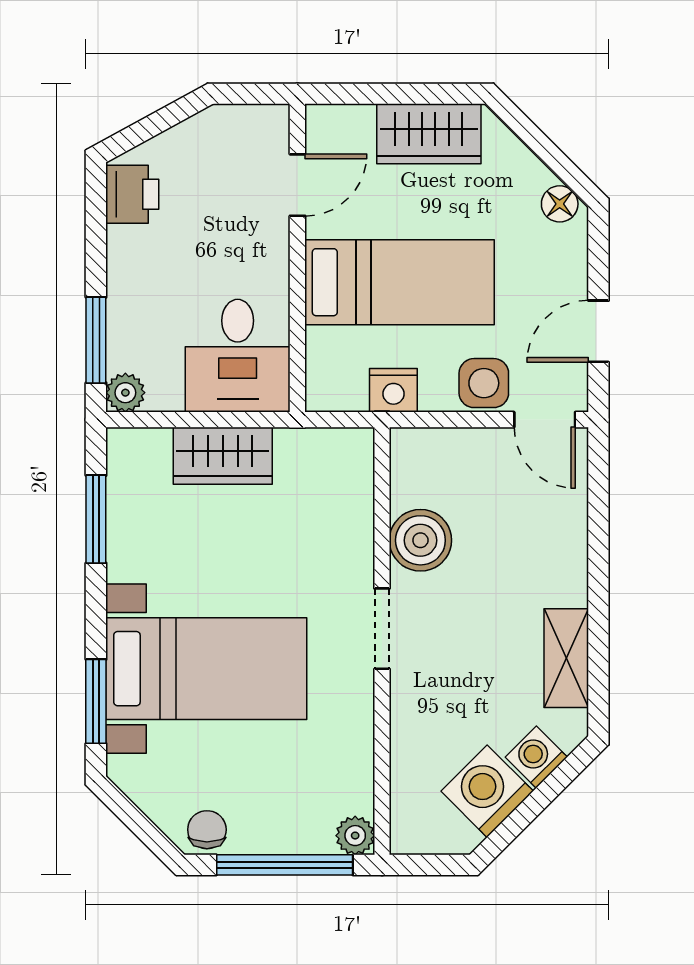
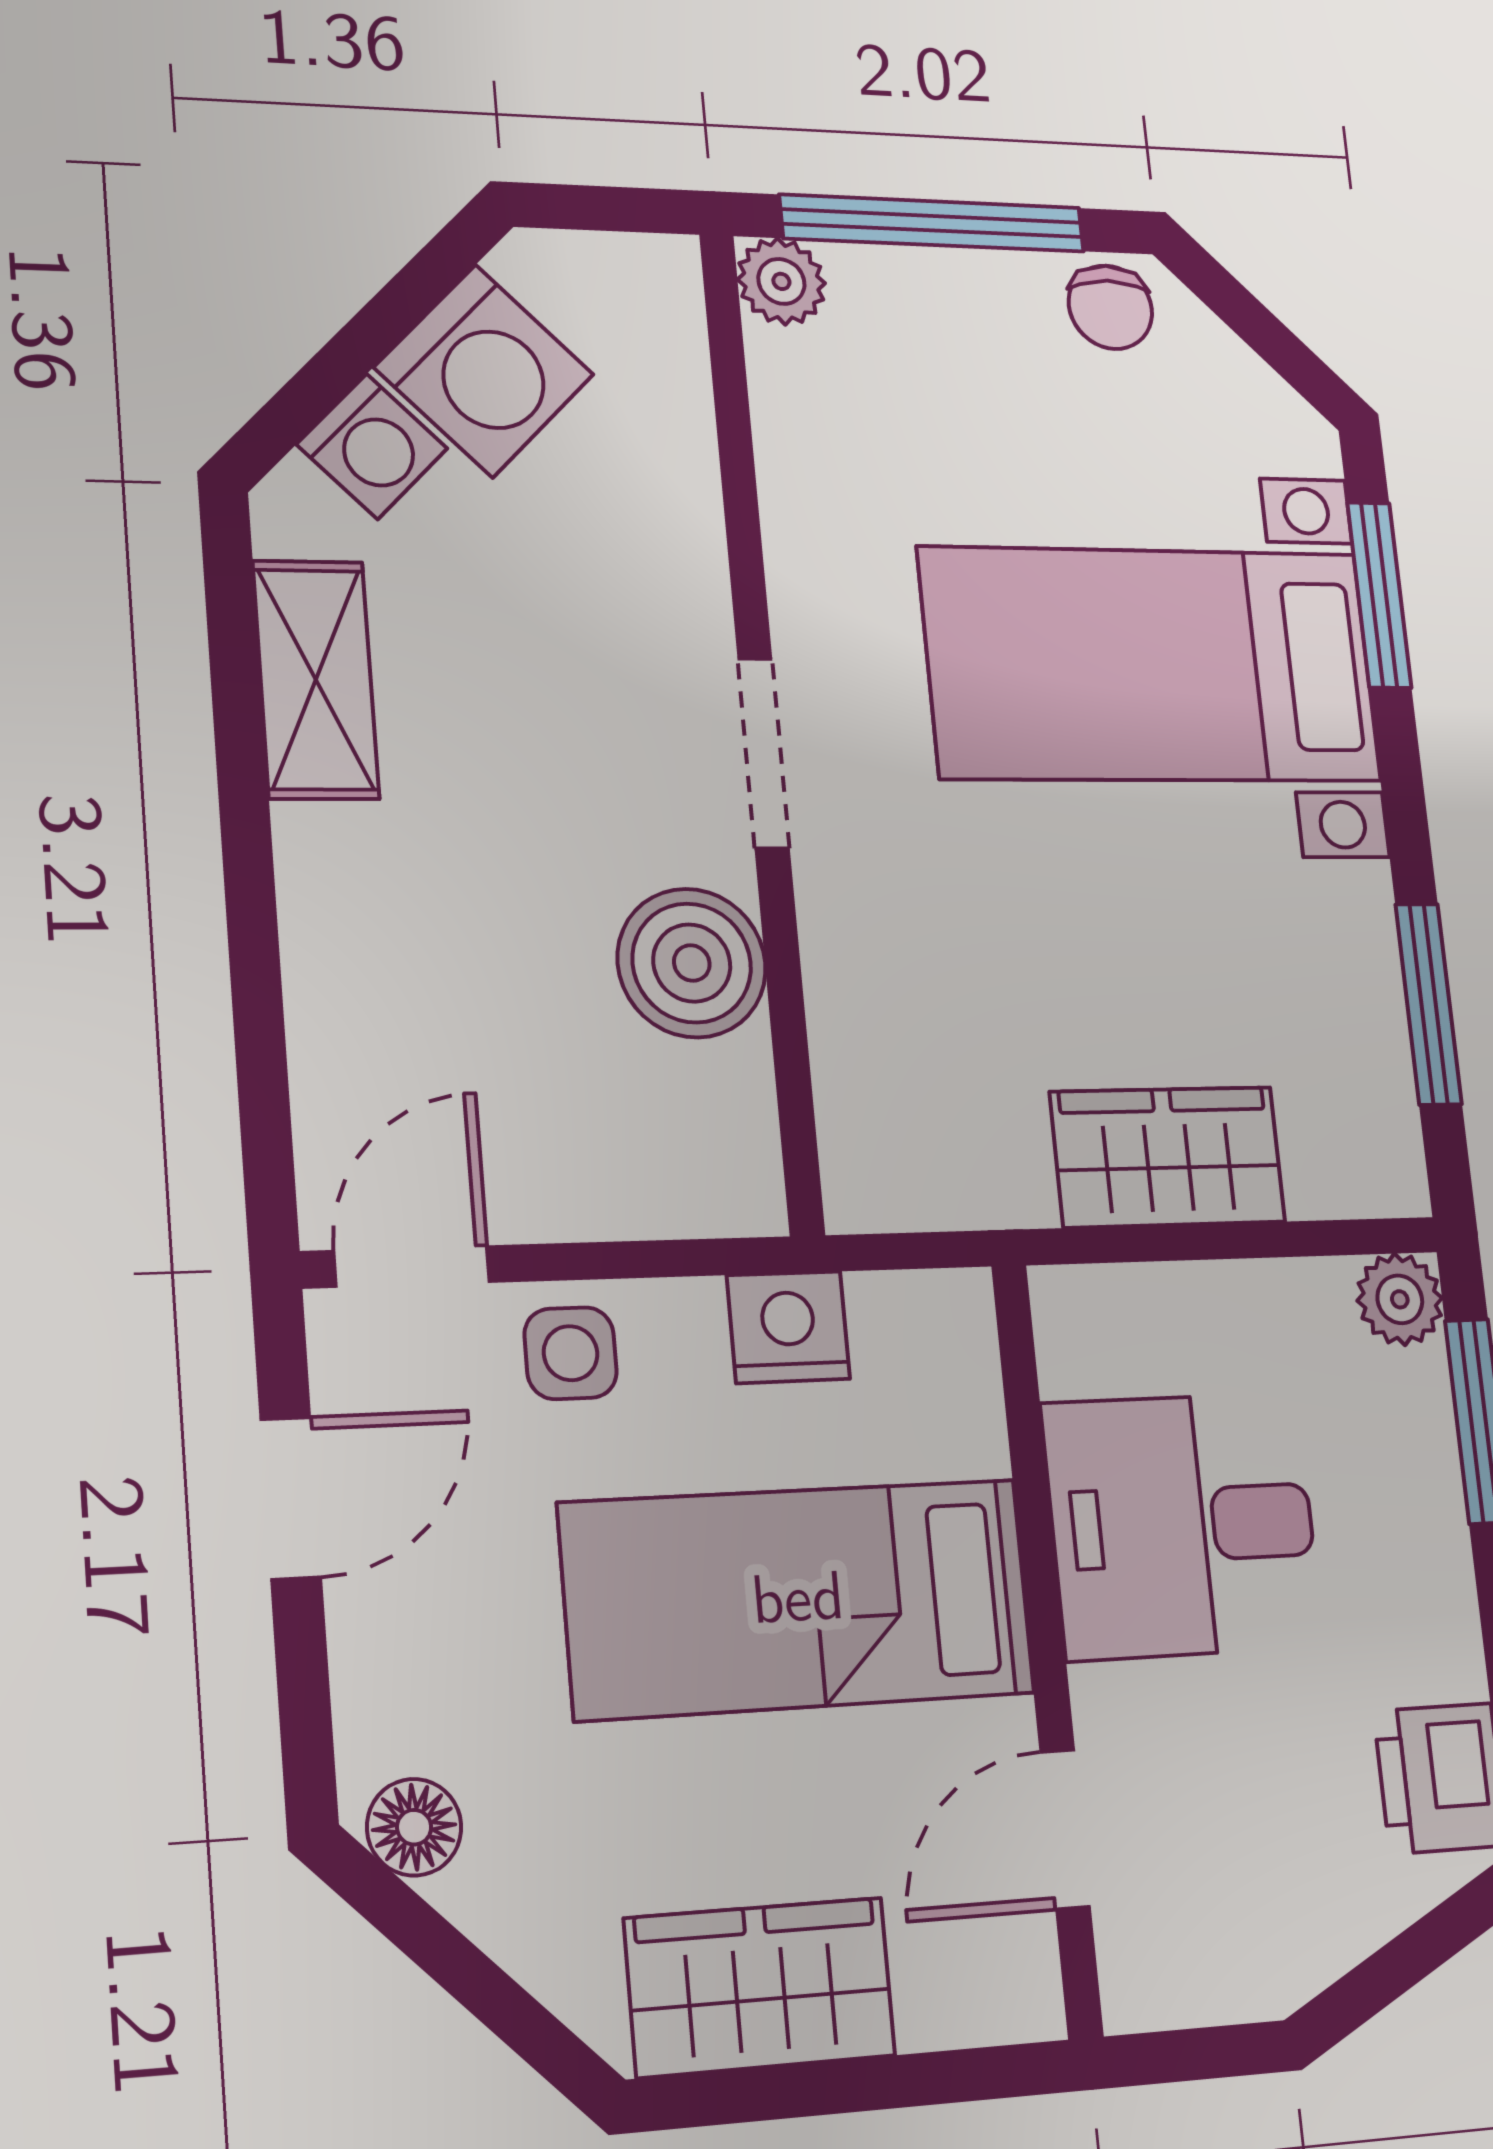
desk: (238, 356) -> (1183, 1525), moved, turned -90
side table: (484, 383) -> (571, 1353), width x0.73, depth x0.73
door: (545, 420) -> (412, 1266), hinge flipped

